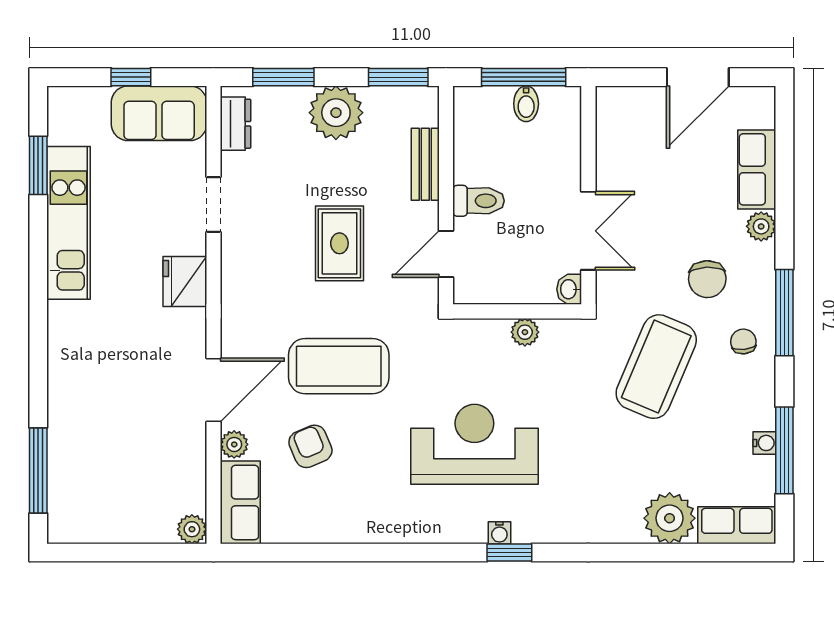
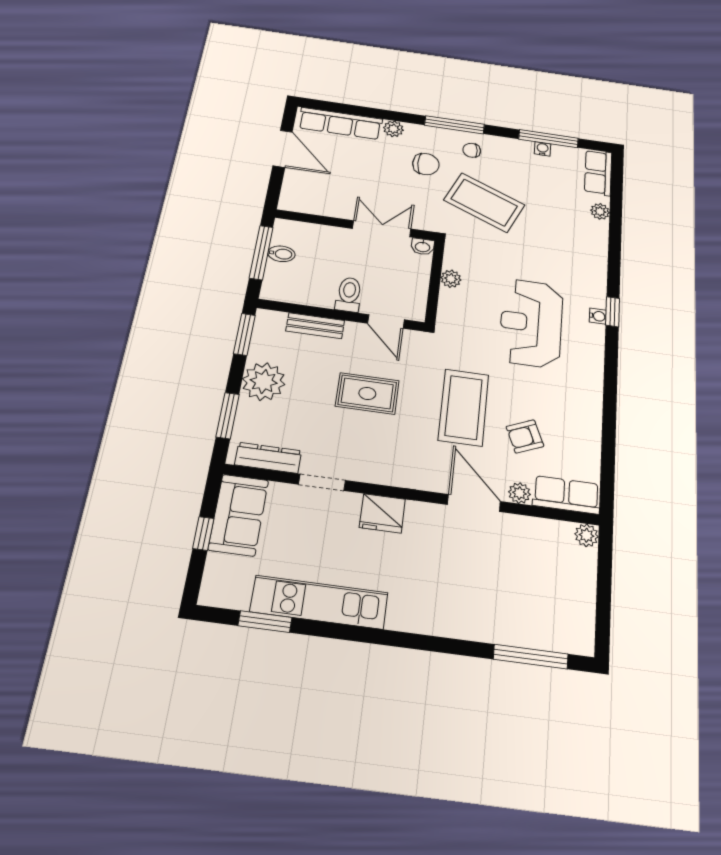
dresser: (235, 124) -> (268, 458), width x1.44
row of seats: (757, 169) -> (340, 123), width x1.48
plant: (670, 518) -> (600, 211), width x0.53, depth x0.53

